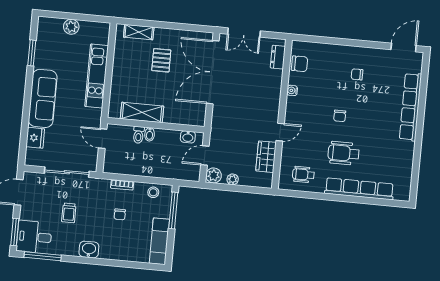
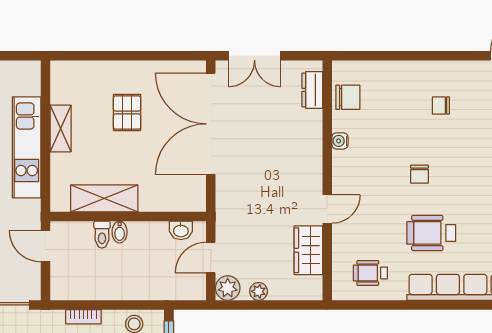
shelving: (139, 32) -> (61, 128), moved, turned 90

